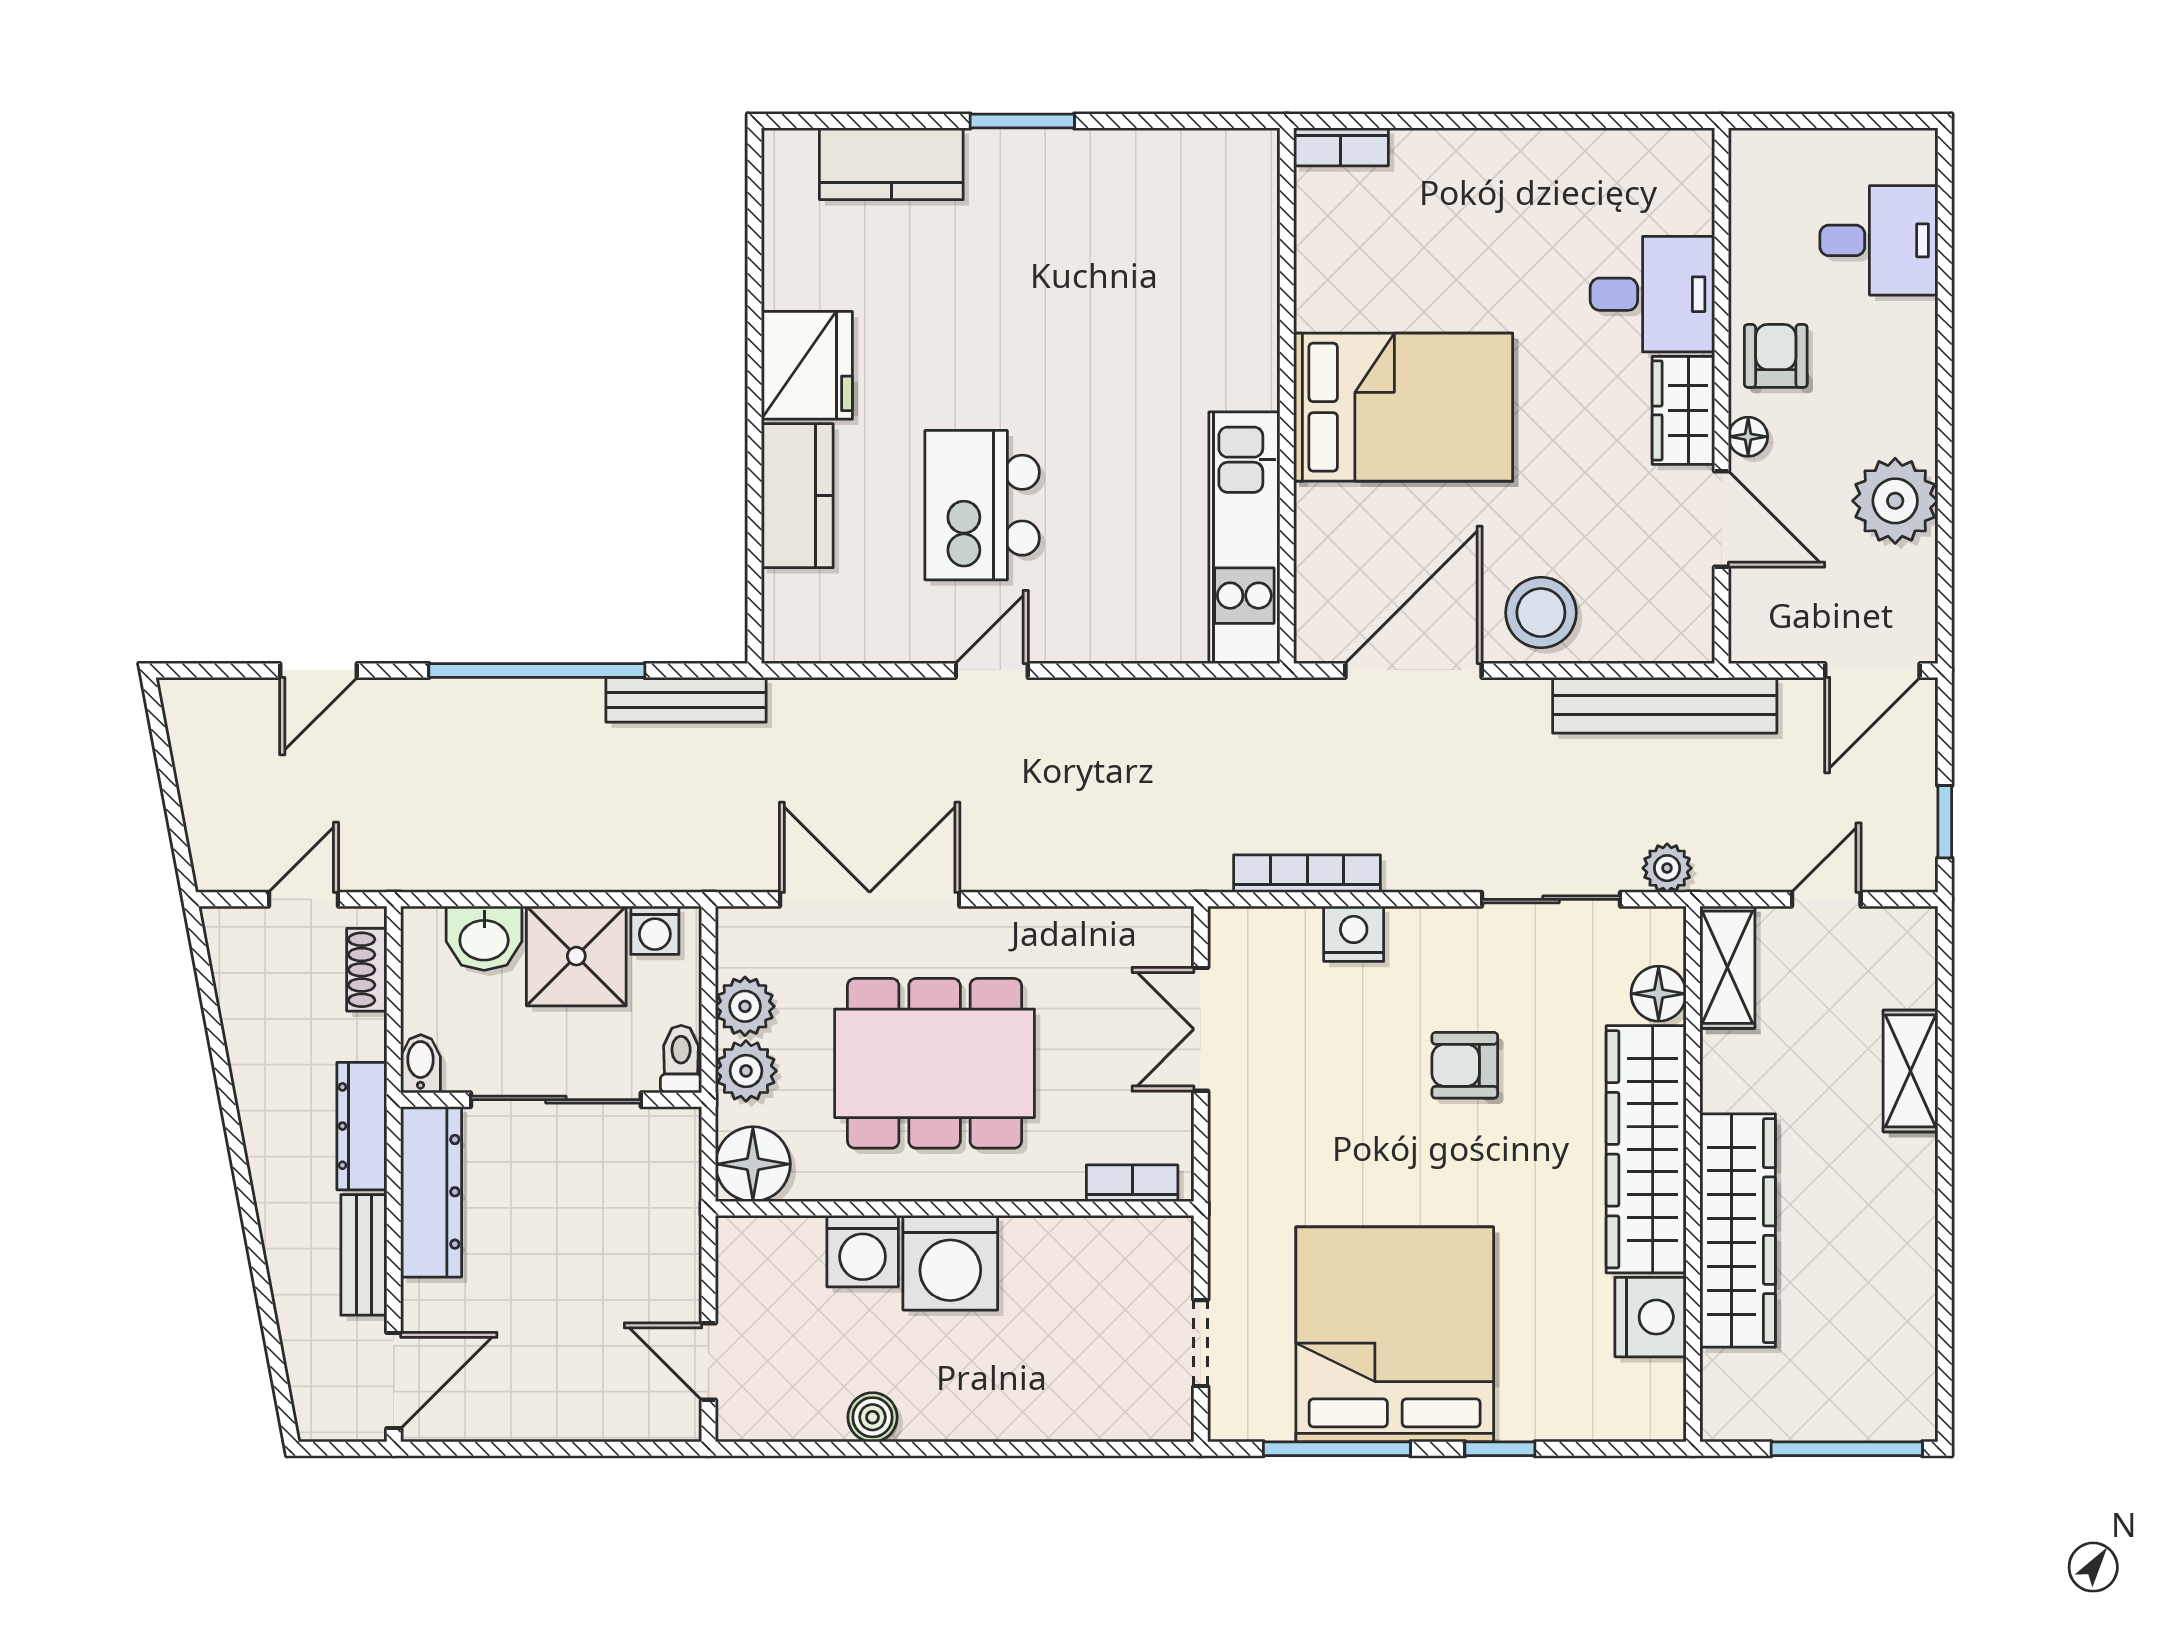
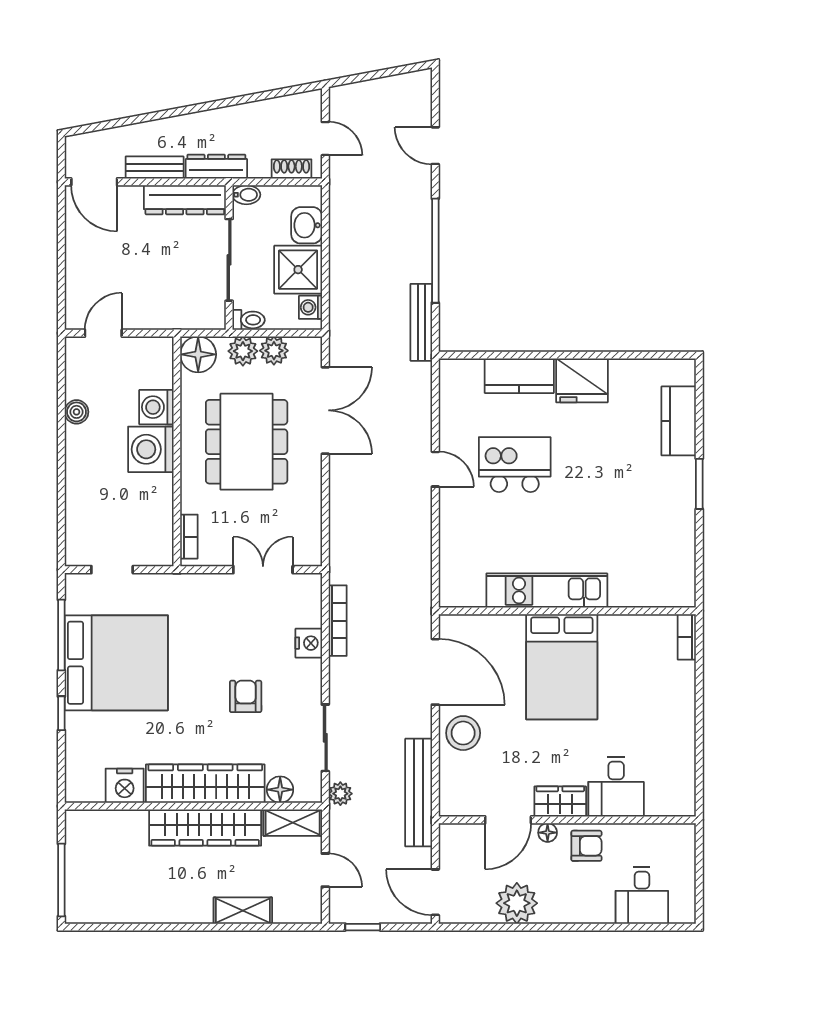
kitchen unit: (1244, 538) -> (547, 591), moved
wardrobe: (1738, 1231) -> (205, 828), moved

